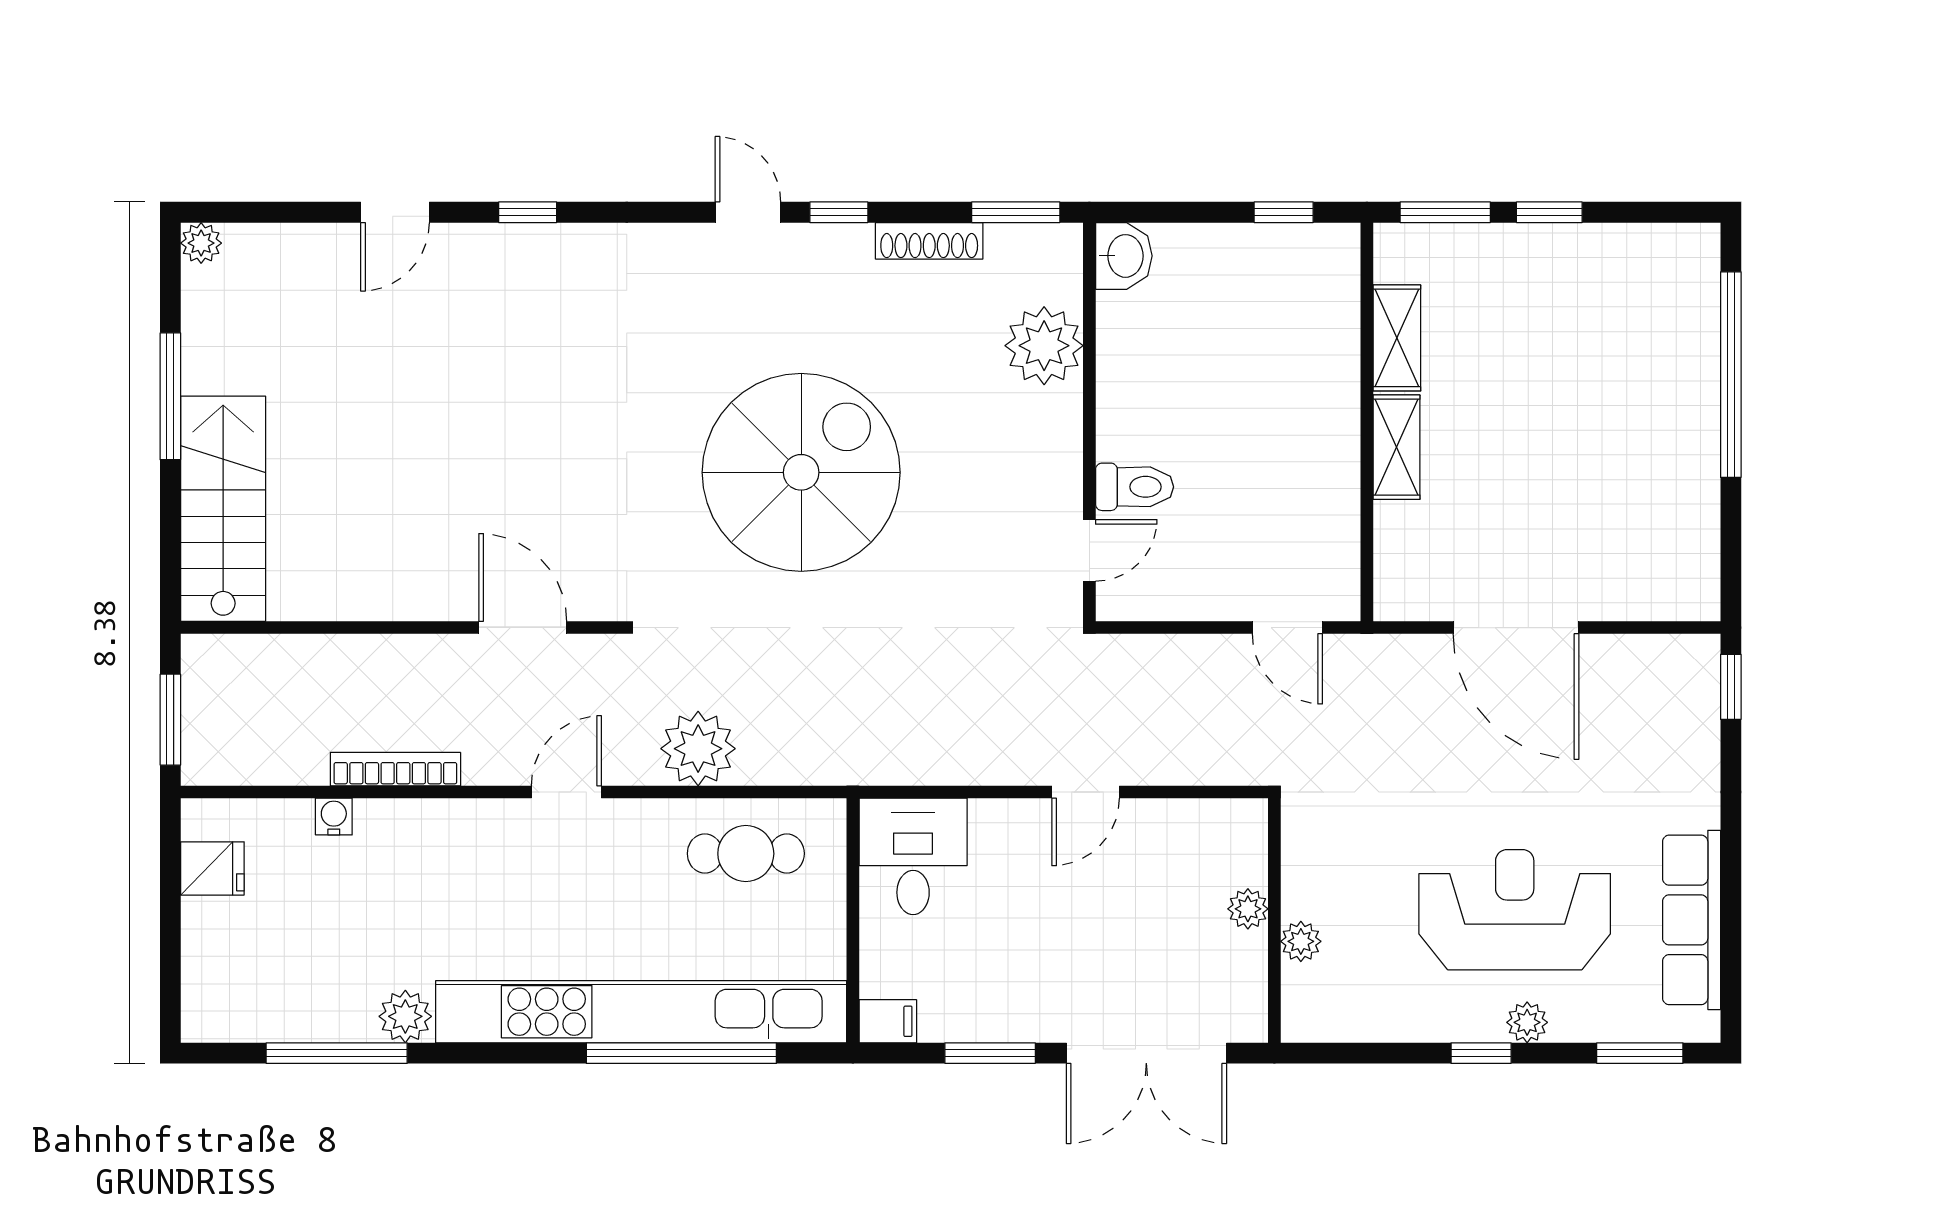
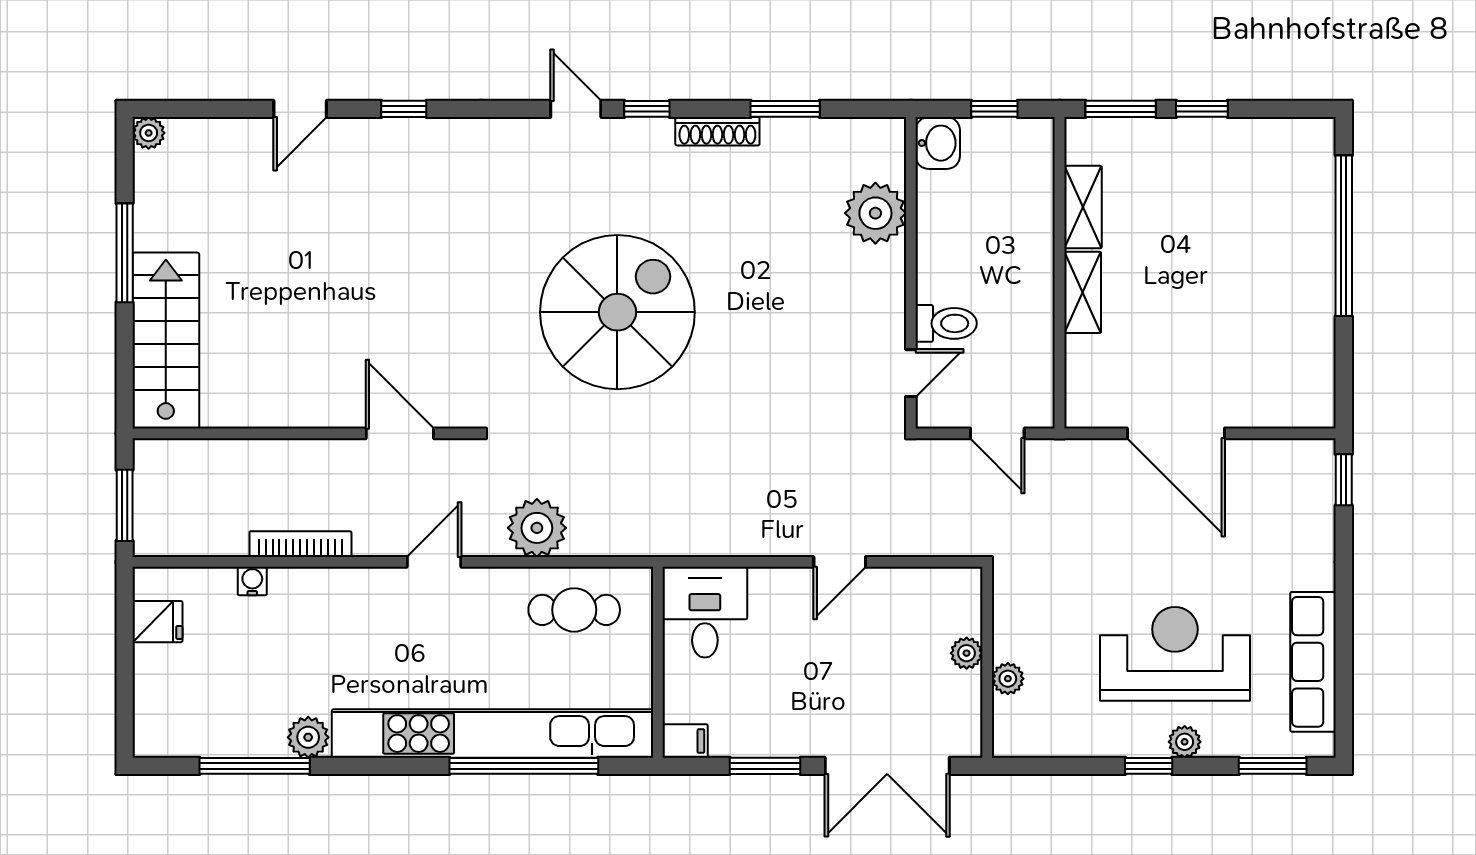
washbasin: (1124, 256) -> (938, 143), moved
plant: (1044, 346) -> (875, 213), moved
wall: (1089, 422) -> (911, 273), moved
toilet: (1135, 487) -> (946, 323), moved
door: (1089, 550) -> (911, 373), moved

